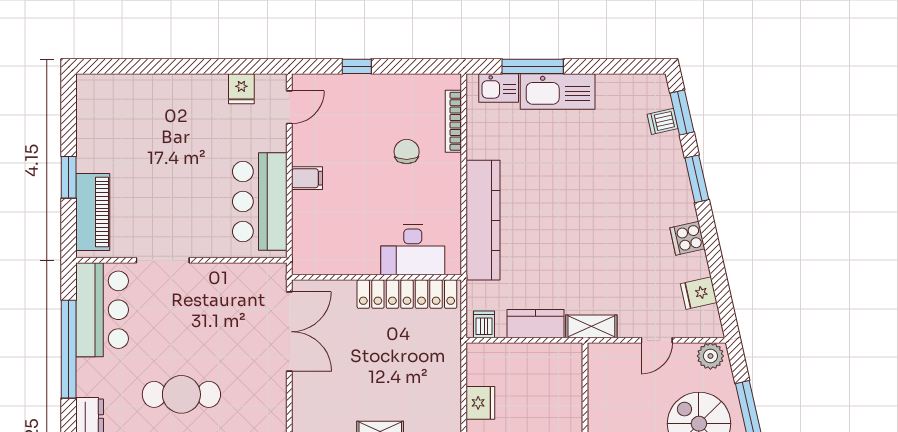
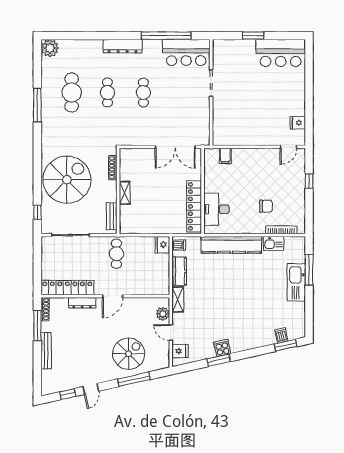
kitchen sink: (499, 88) -> (274, 243), moved, turned -90
door: (289, 107) -> (288, 147), hinge flipped
filing cabinet: (307, 178) -> (225, 156), moved
window: (697, 179) -> (219, 360), moved
bar counter: (260, 201) -> (281, 53), moved, turned 180
piano: (93, 212) -> (236, 48), removed
fridge: (699, 293) -> (180, 351), moved, turned 103
plant: (710, 356) -> (163, 314), moved
cafe table: (181, 394) -> (143, 92), width x0.73, depth x0.74
fridge: (480, 403) -> (162, 245), moved, turned 90

